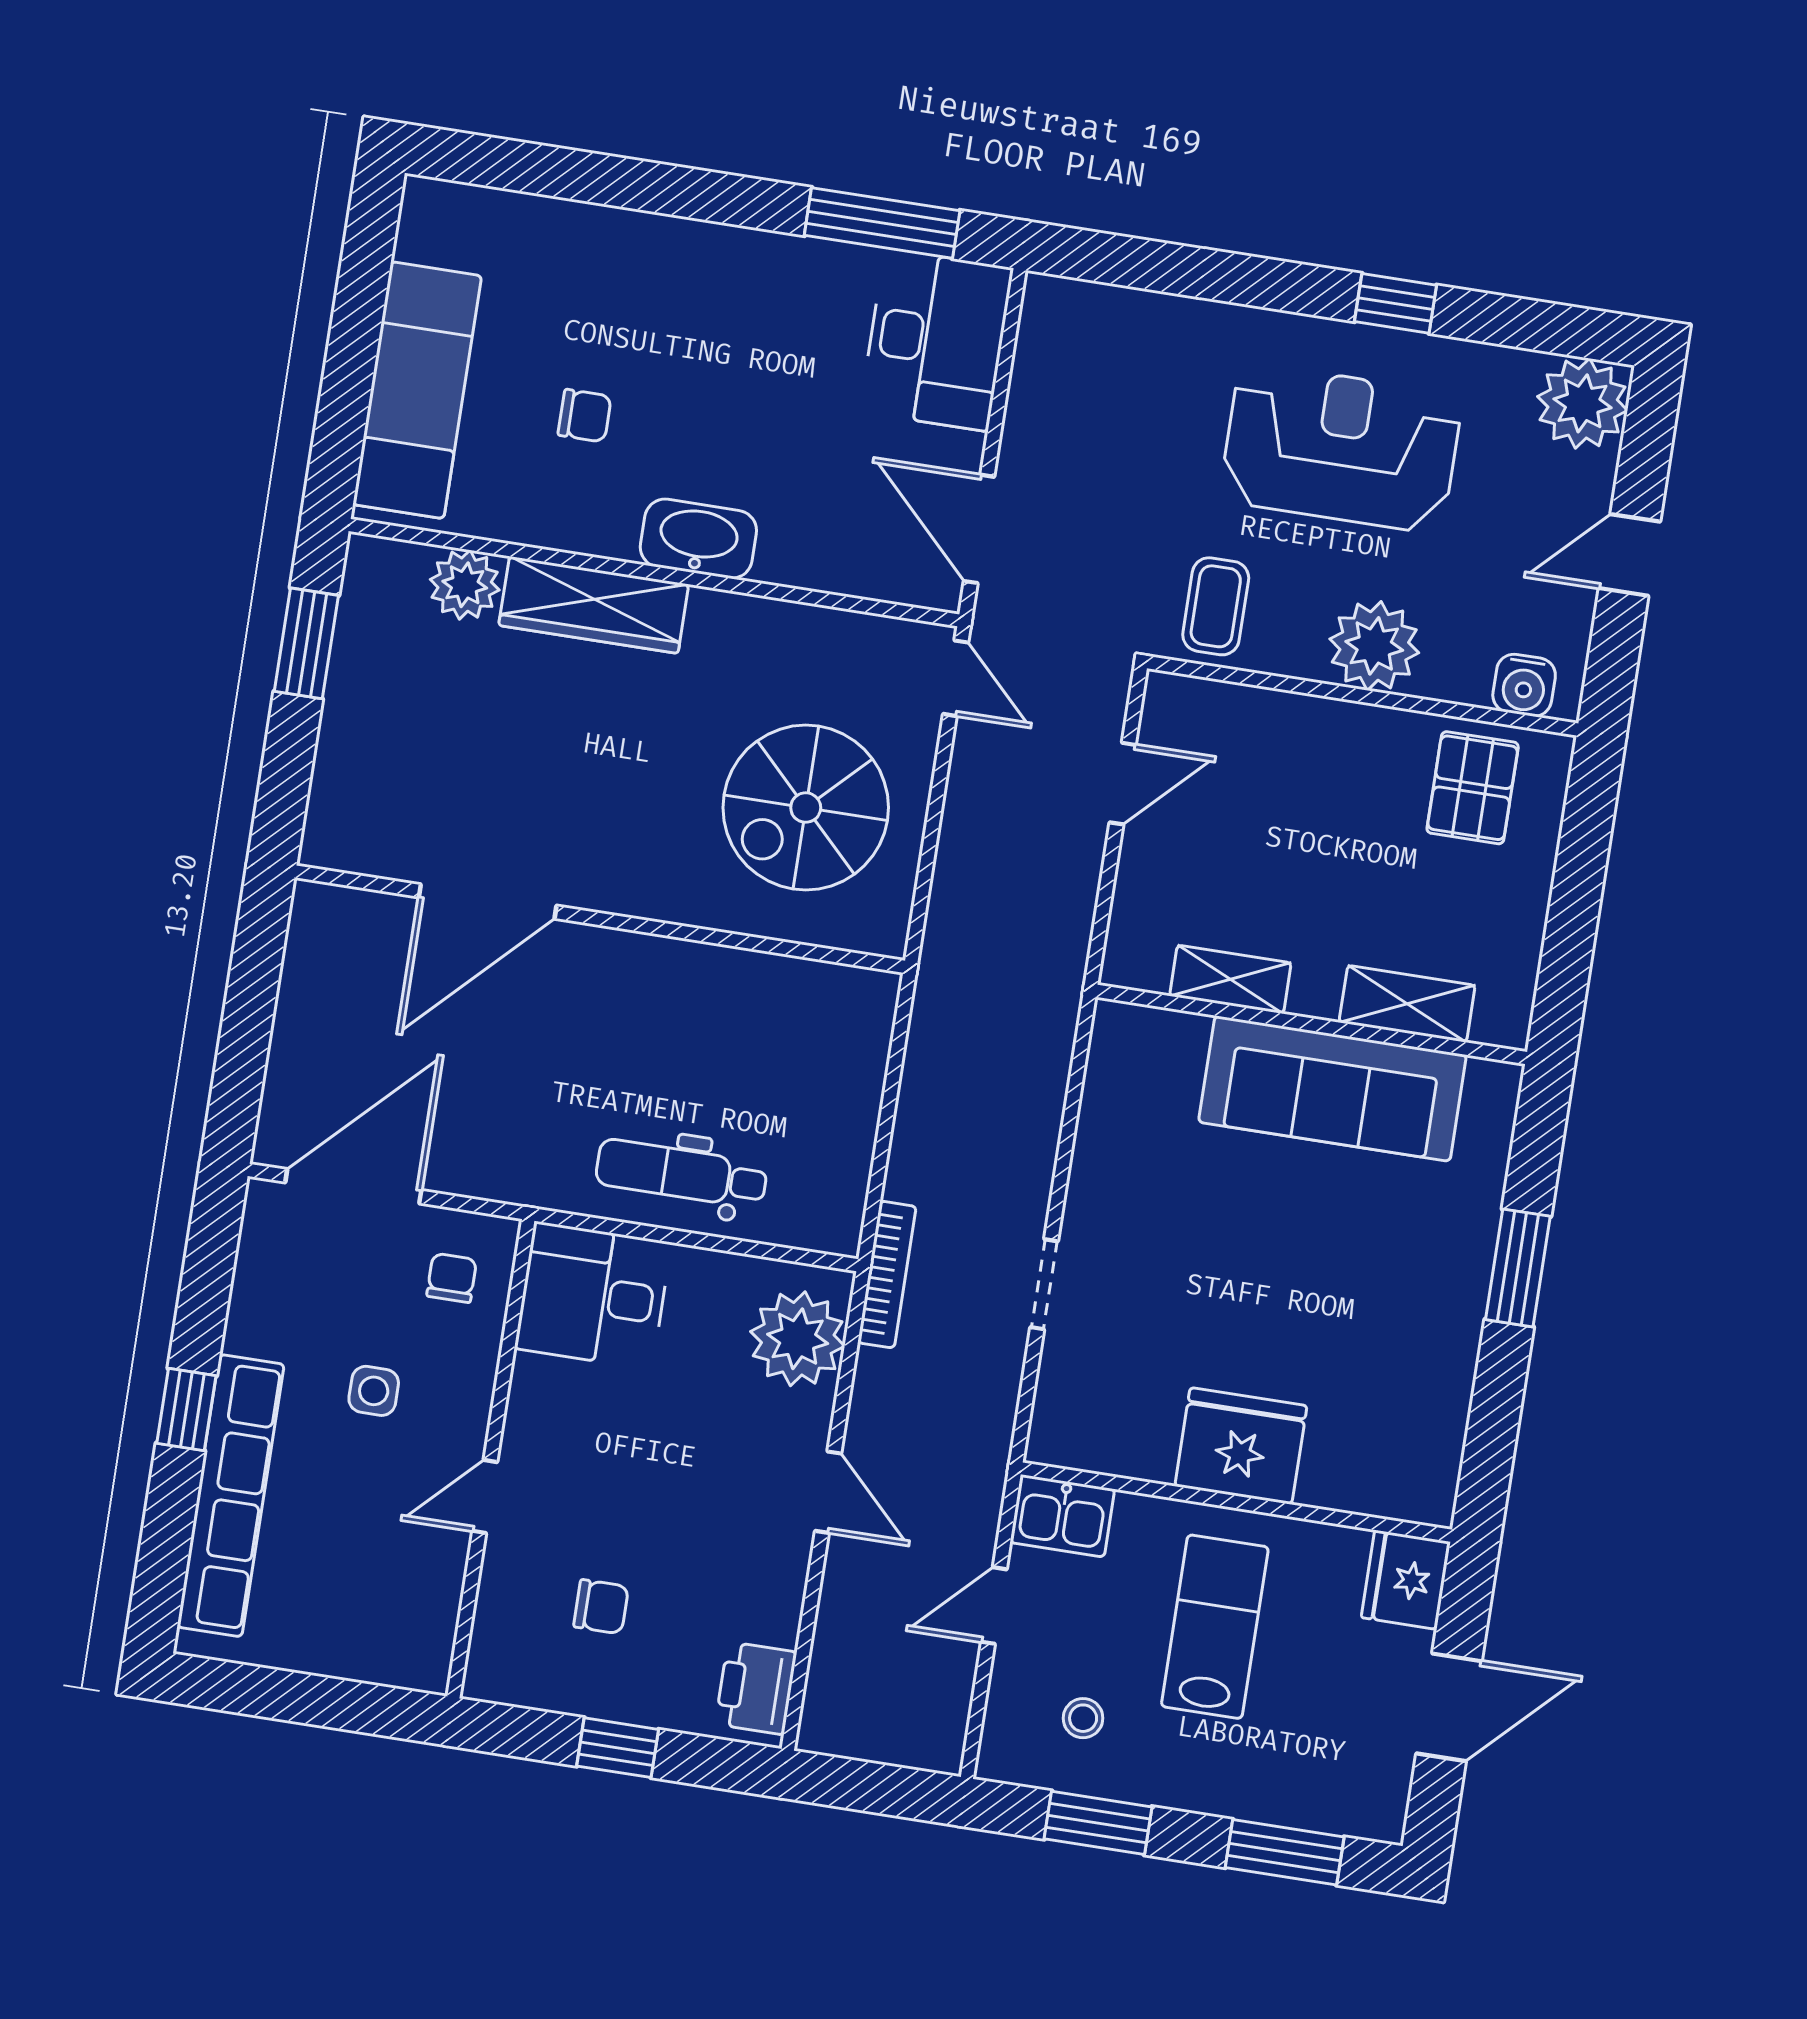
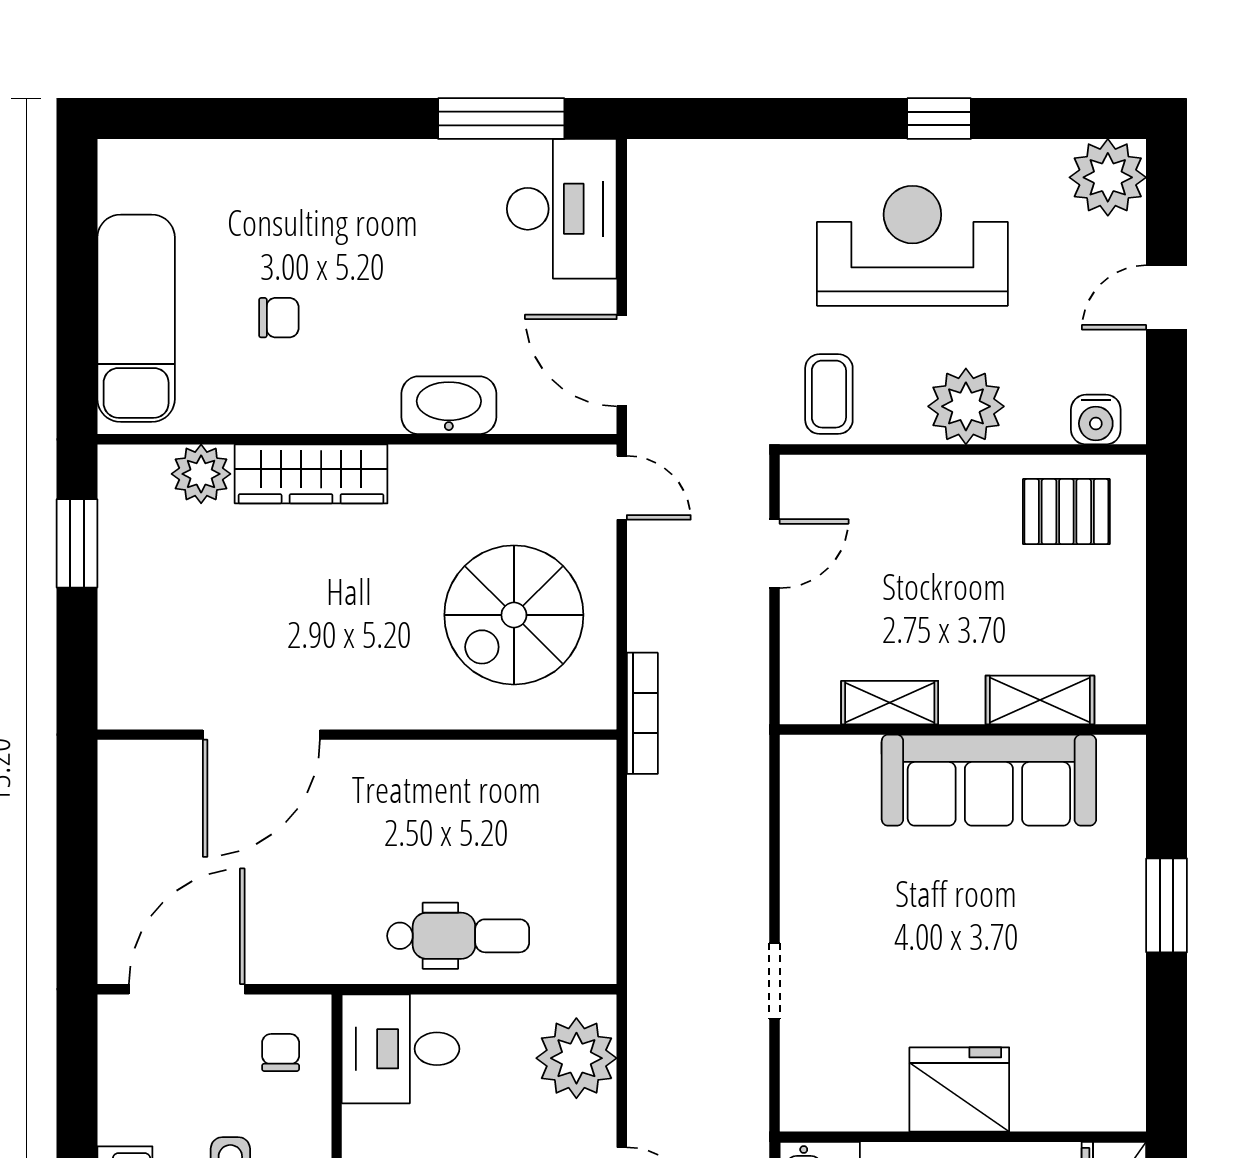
washbasin: (698, 539) -> (449, 405), moved
pallet: (1473, 788) -> (1066, 512), turned 90
dental chair: (681, 1174) -> (458, 936), turned 180
bookcase: (887, 1275) -> (642, 713), moved

